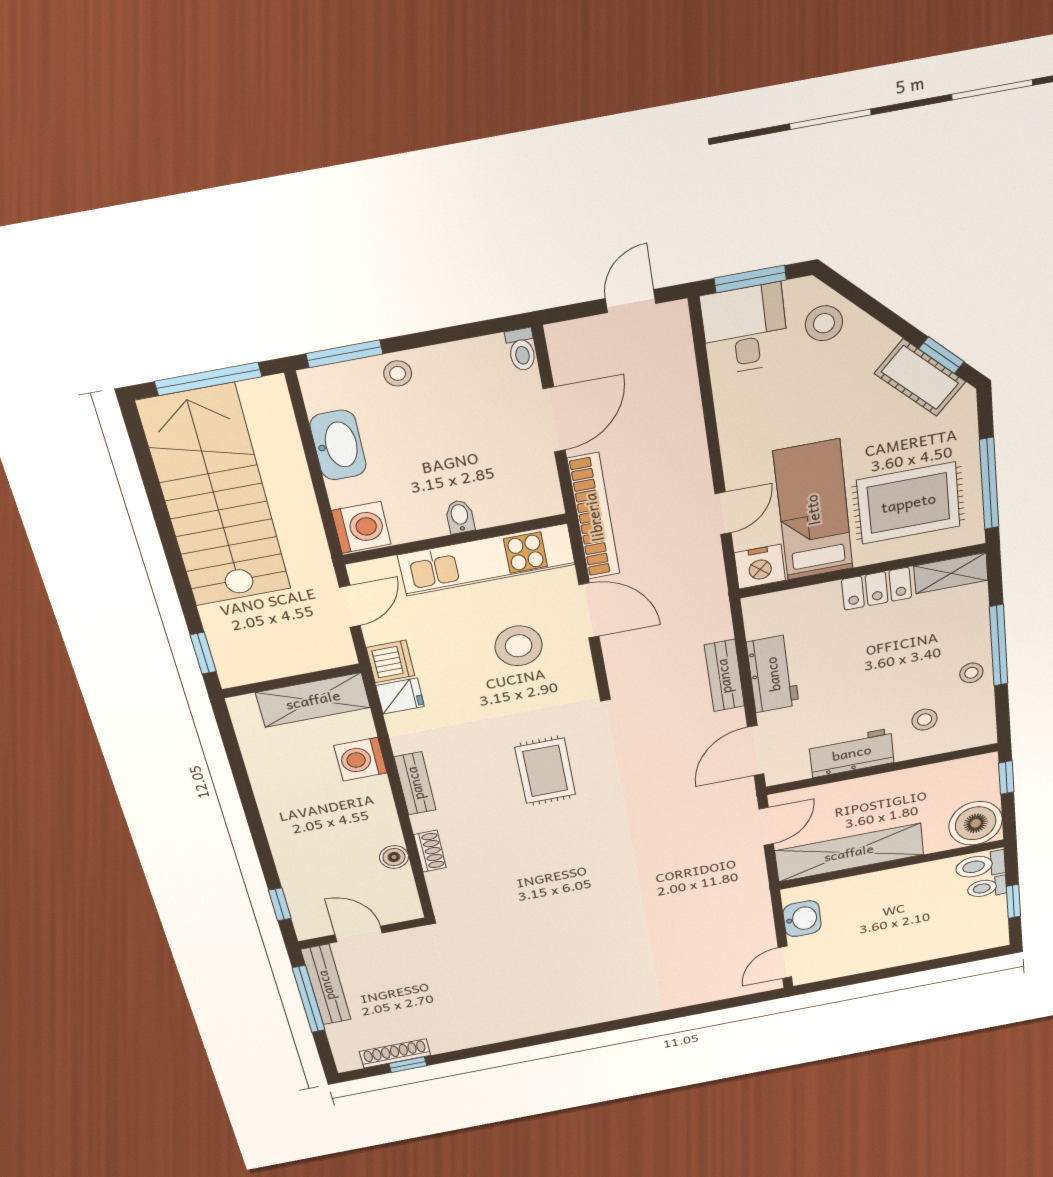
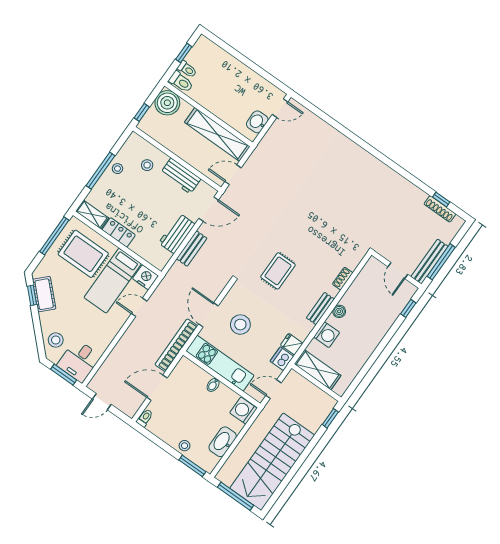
boiler: (394, 857) -> (339, 311), moved

